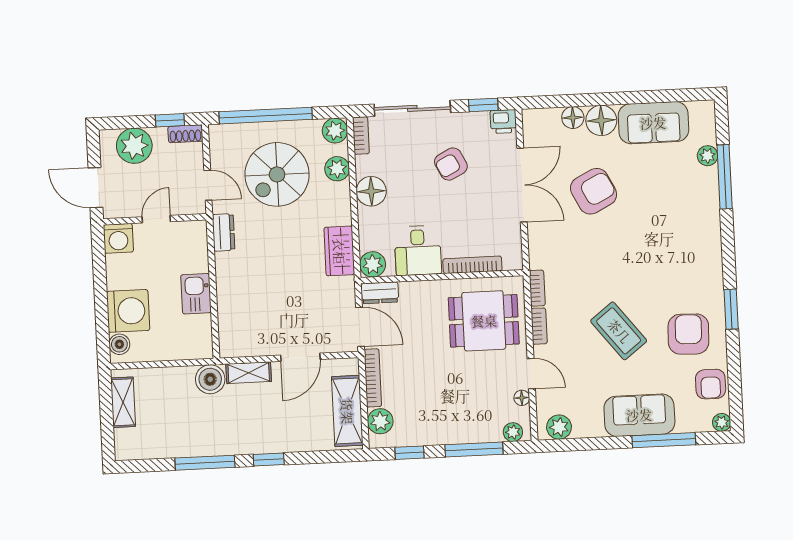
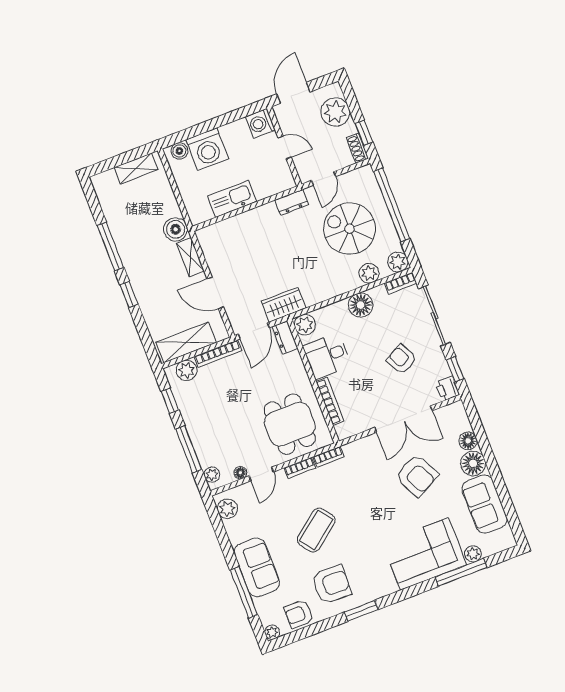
corner sofa: (689, 213) -> (424, 554), added
wardrobe: (339, 251) -> (284, 305), moved
kitchen sink: (196, 294) -> (232, 199), width x1.38

